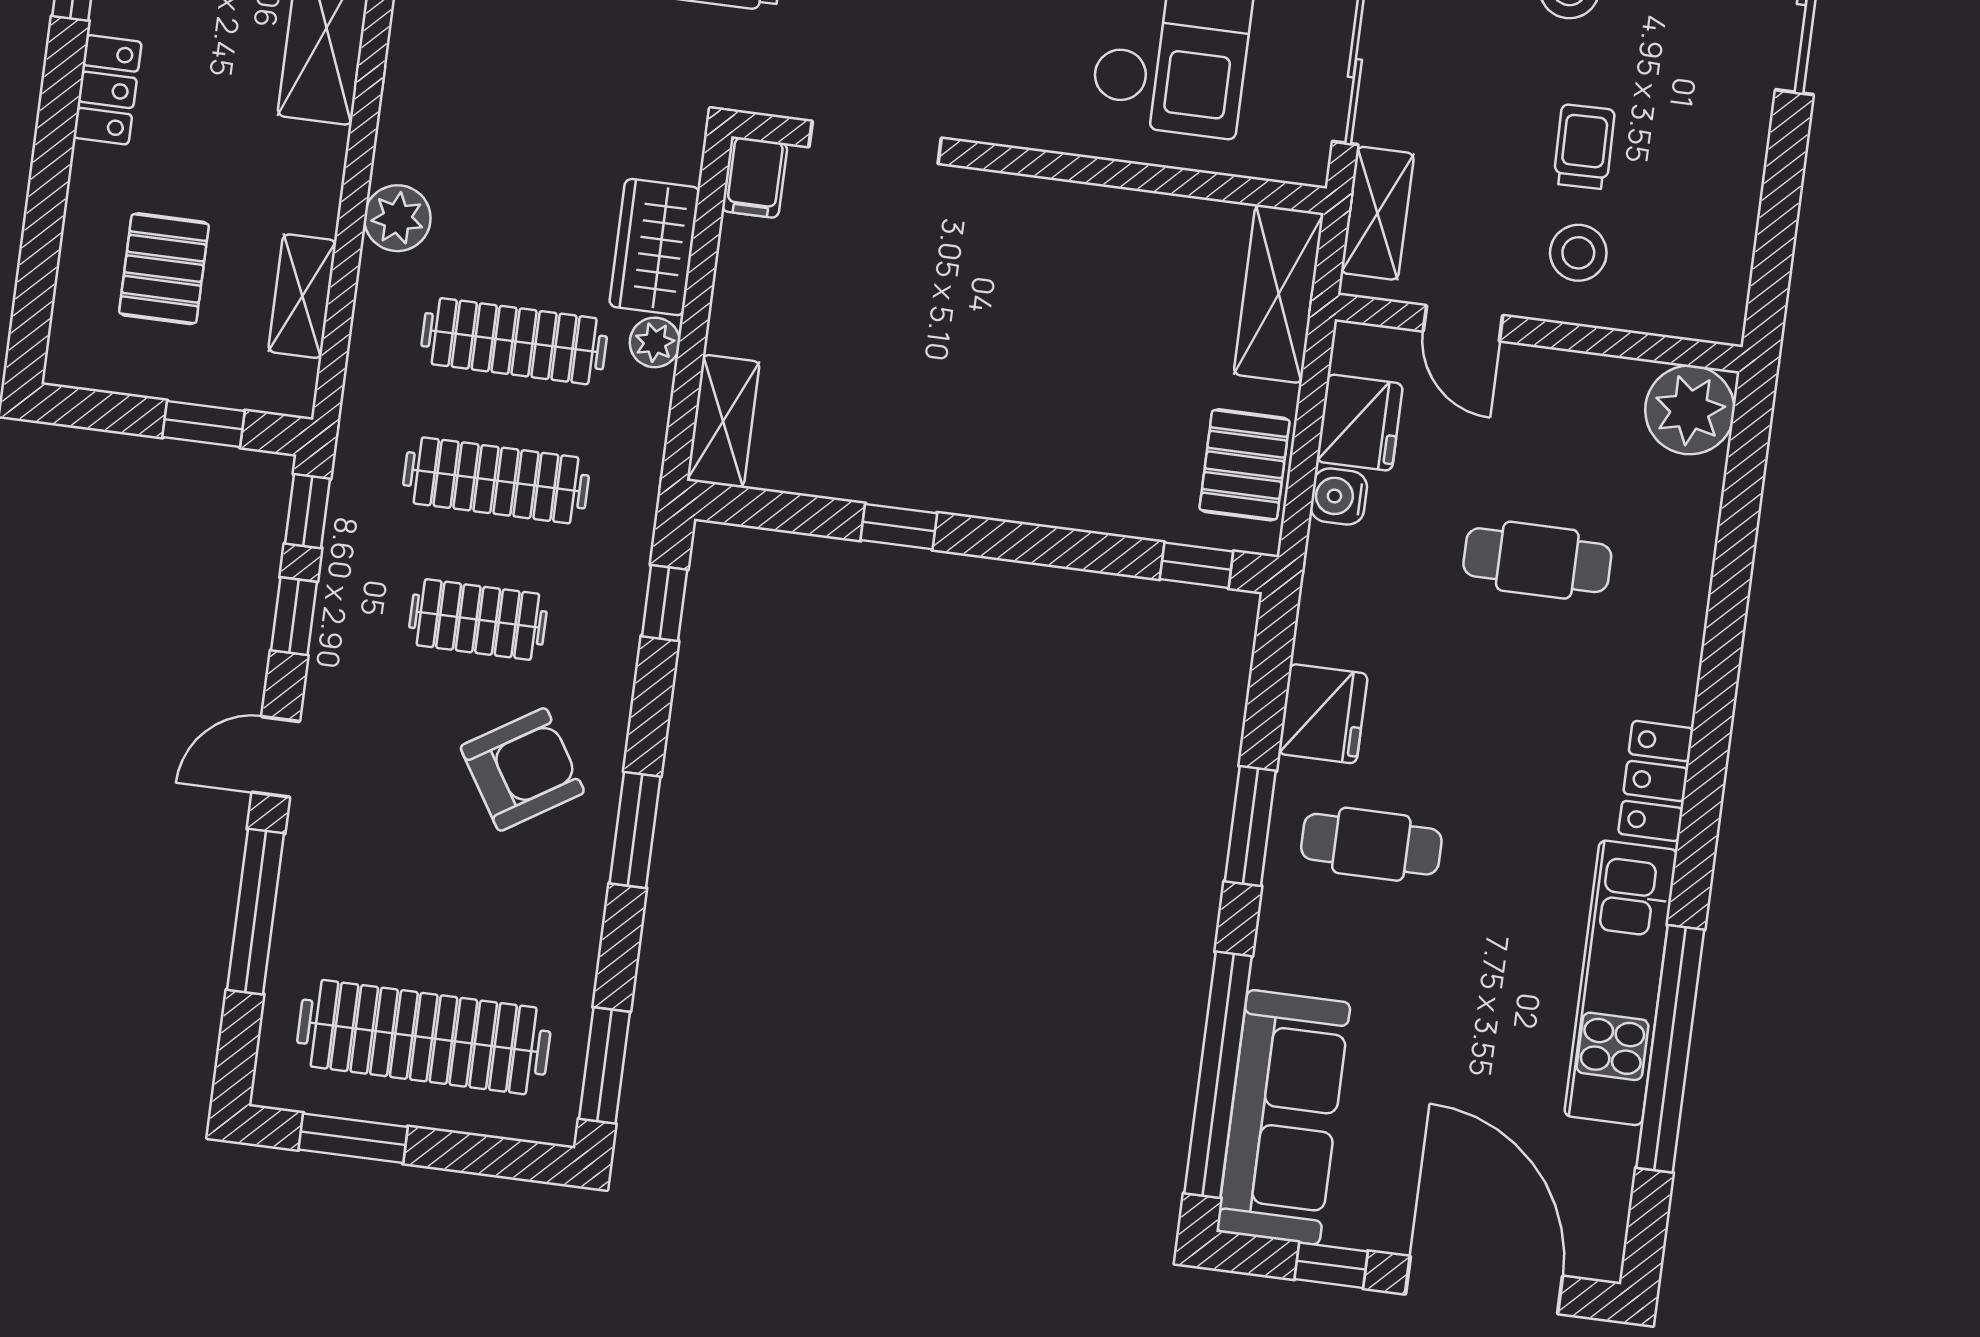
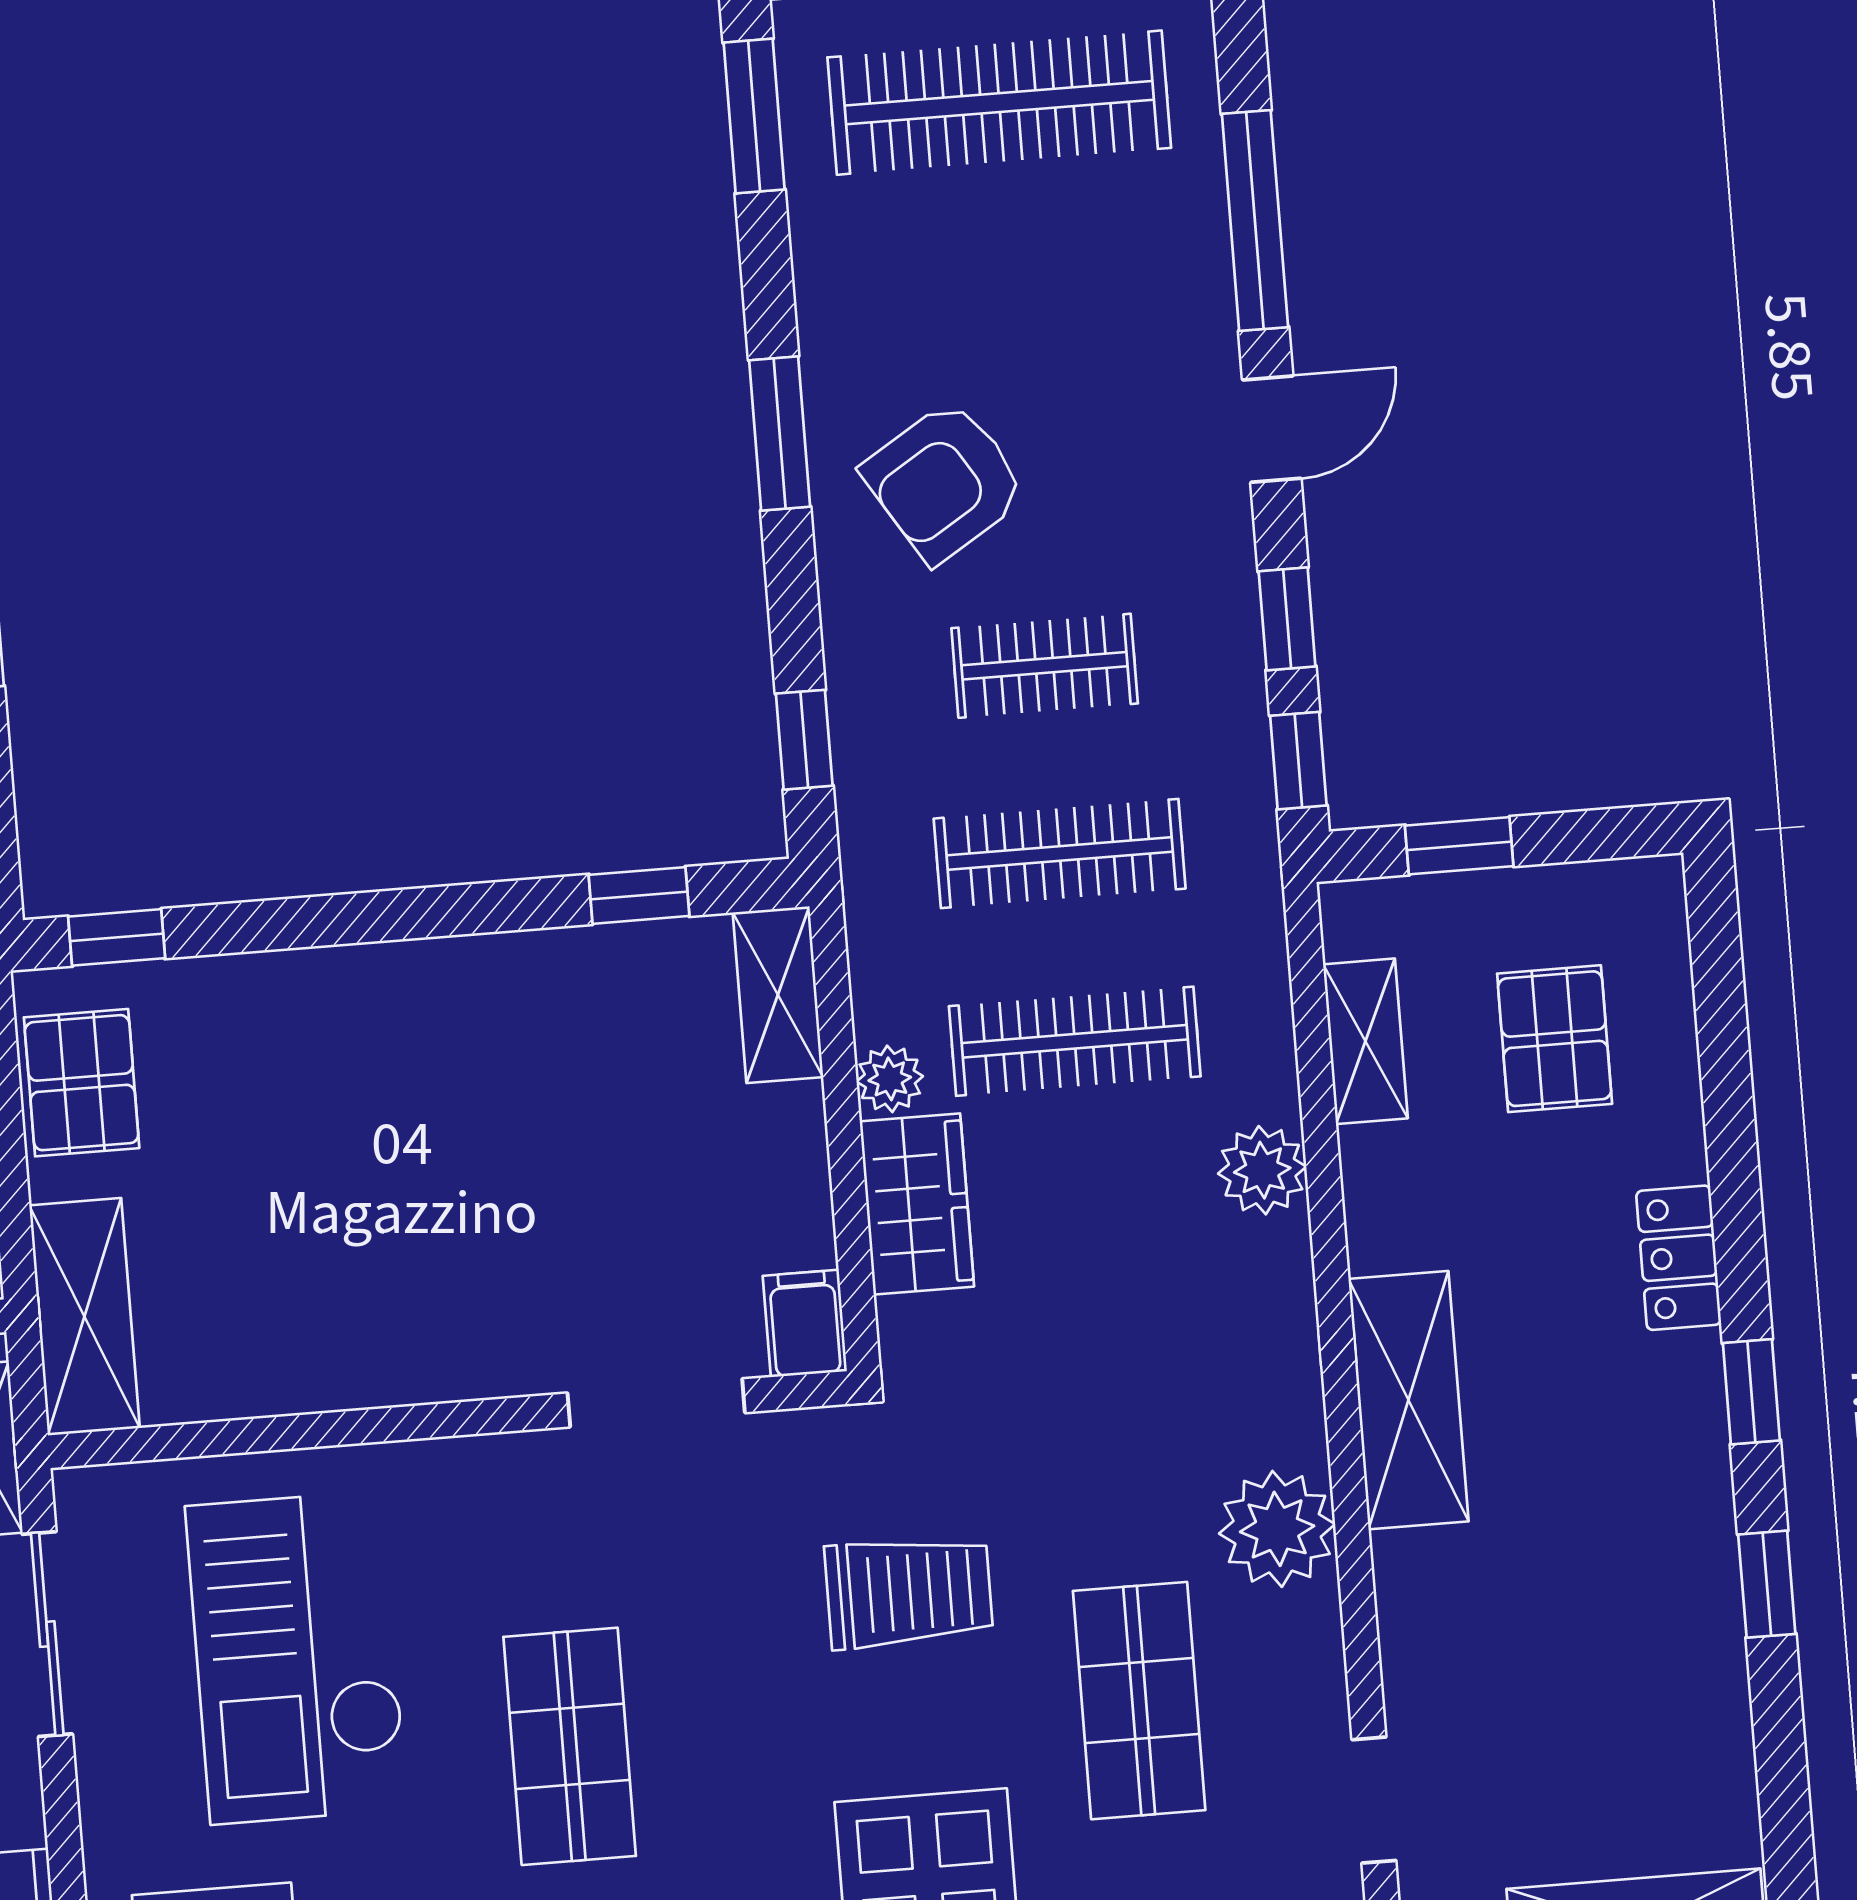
window: (899, 527) -> (639, 895), moved

